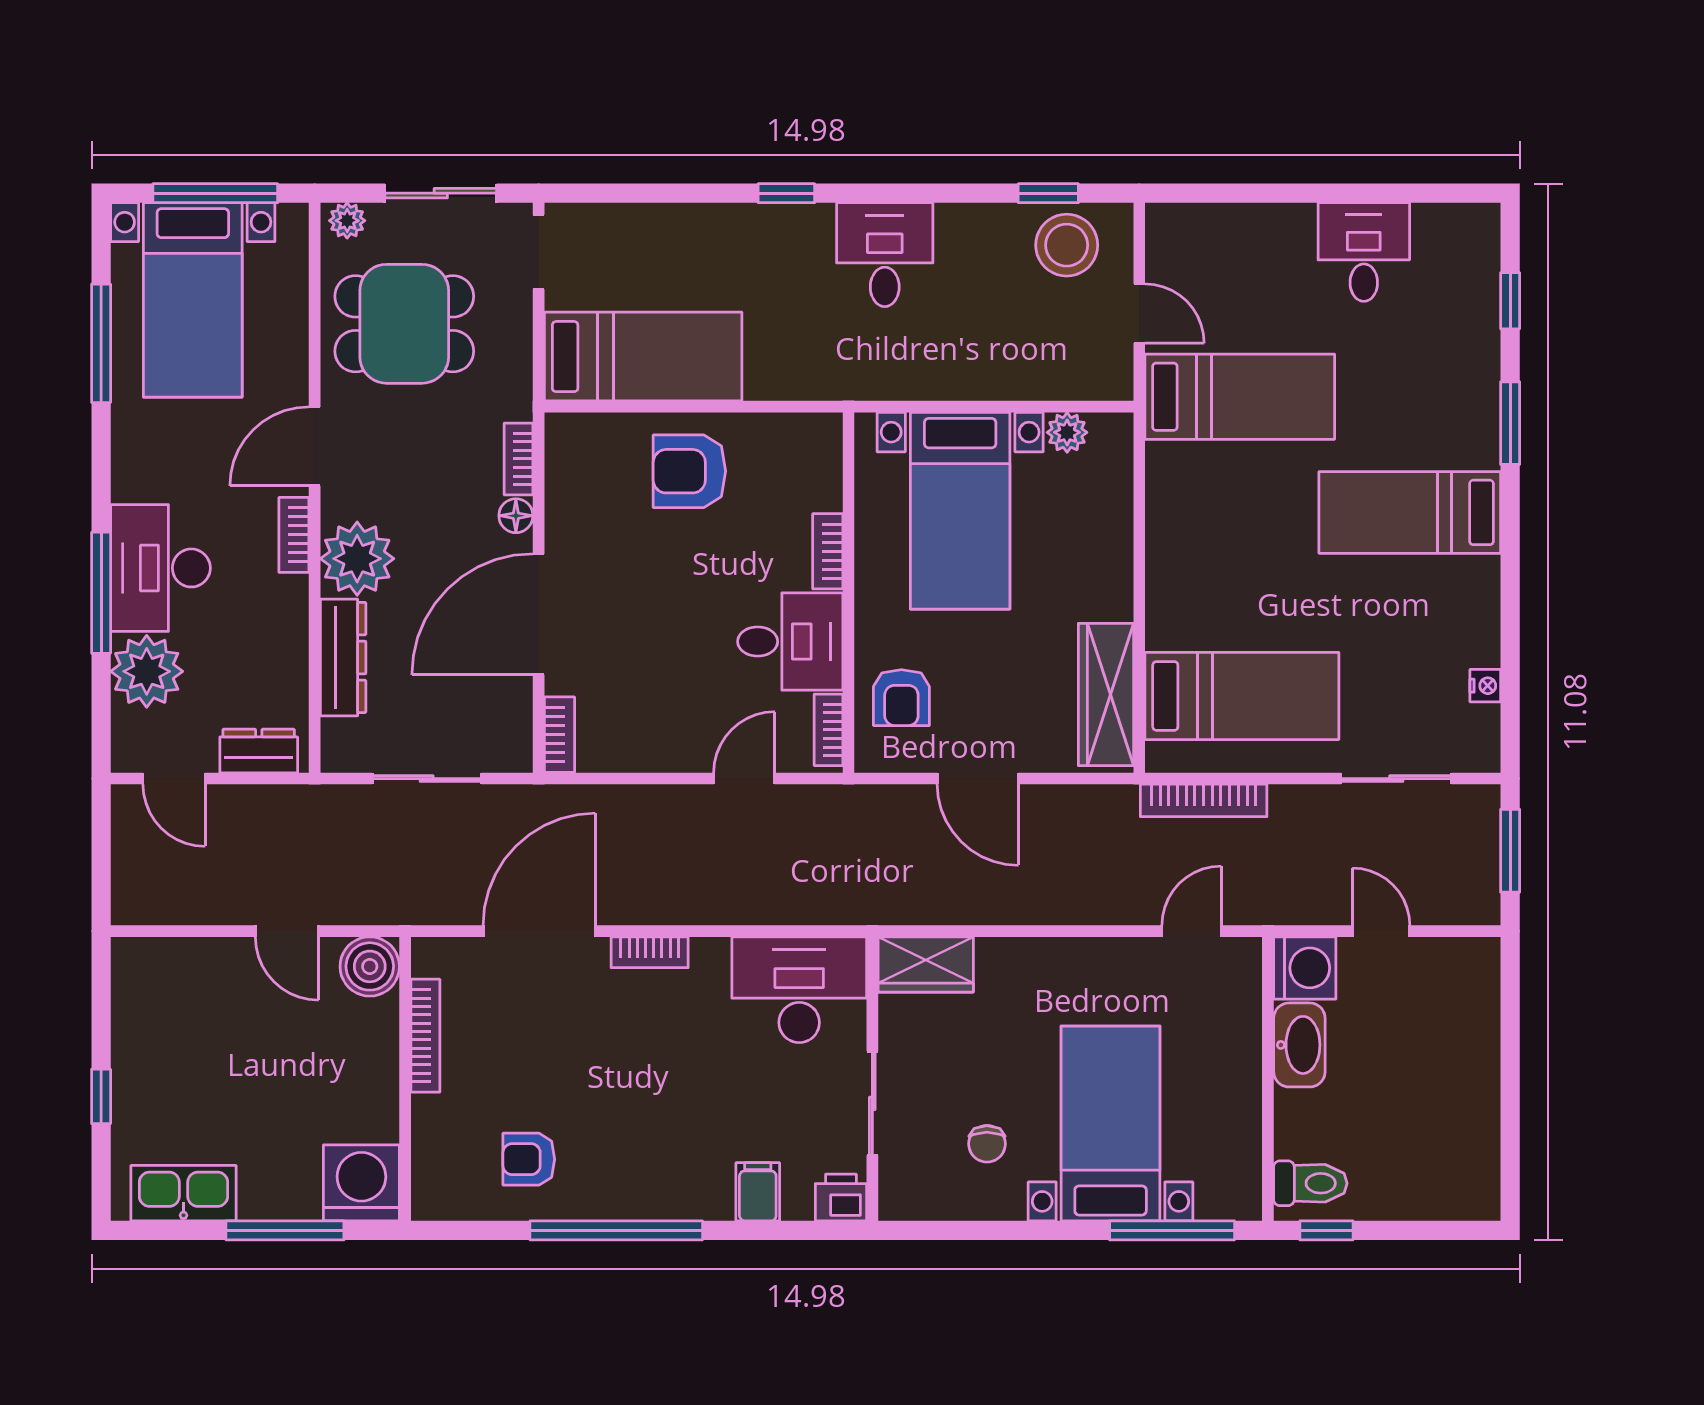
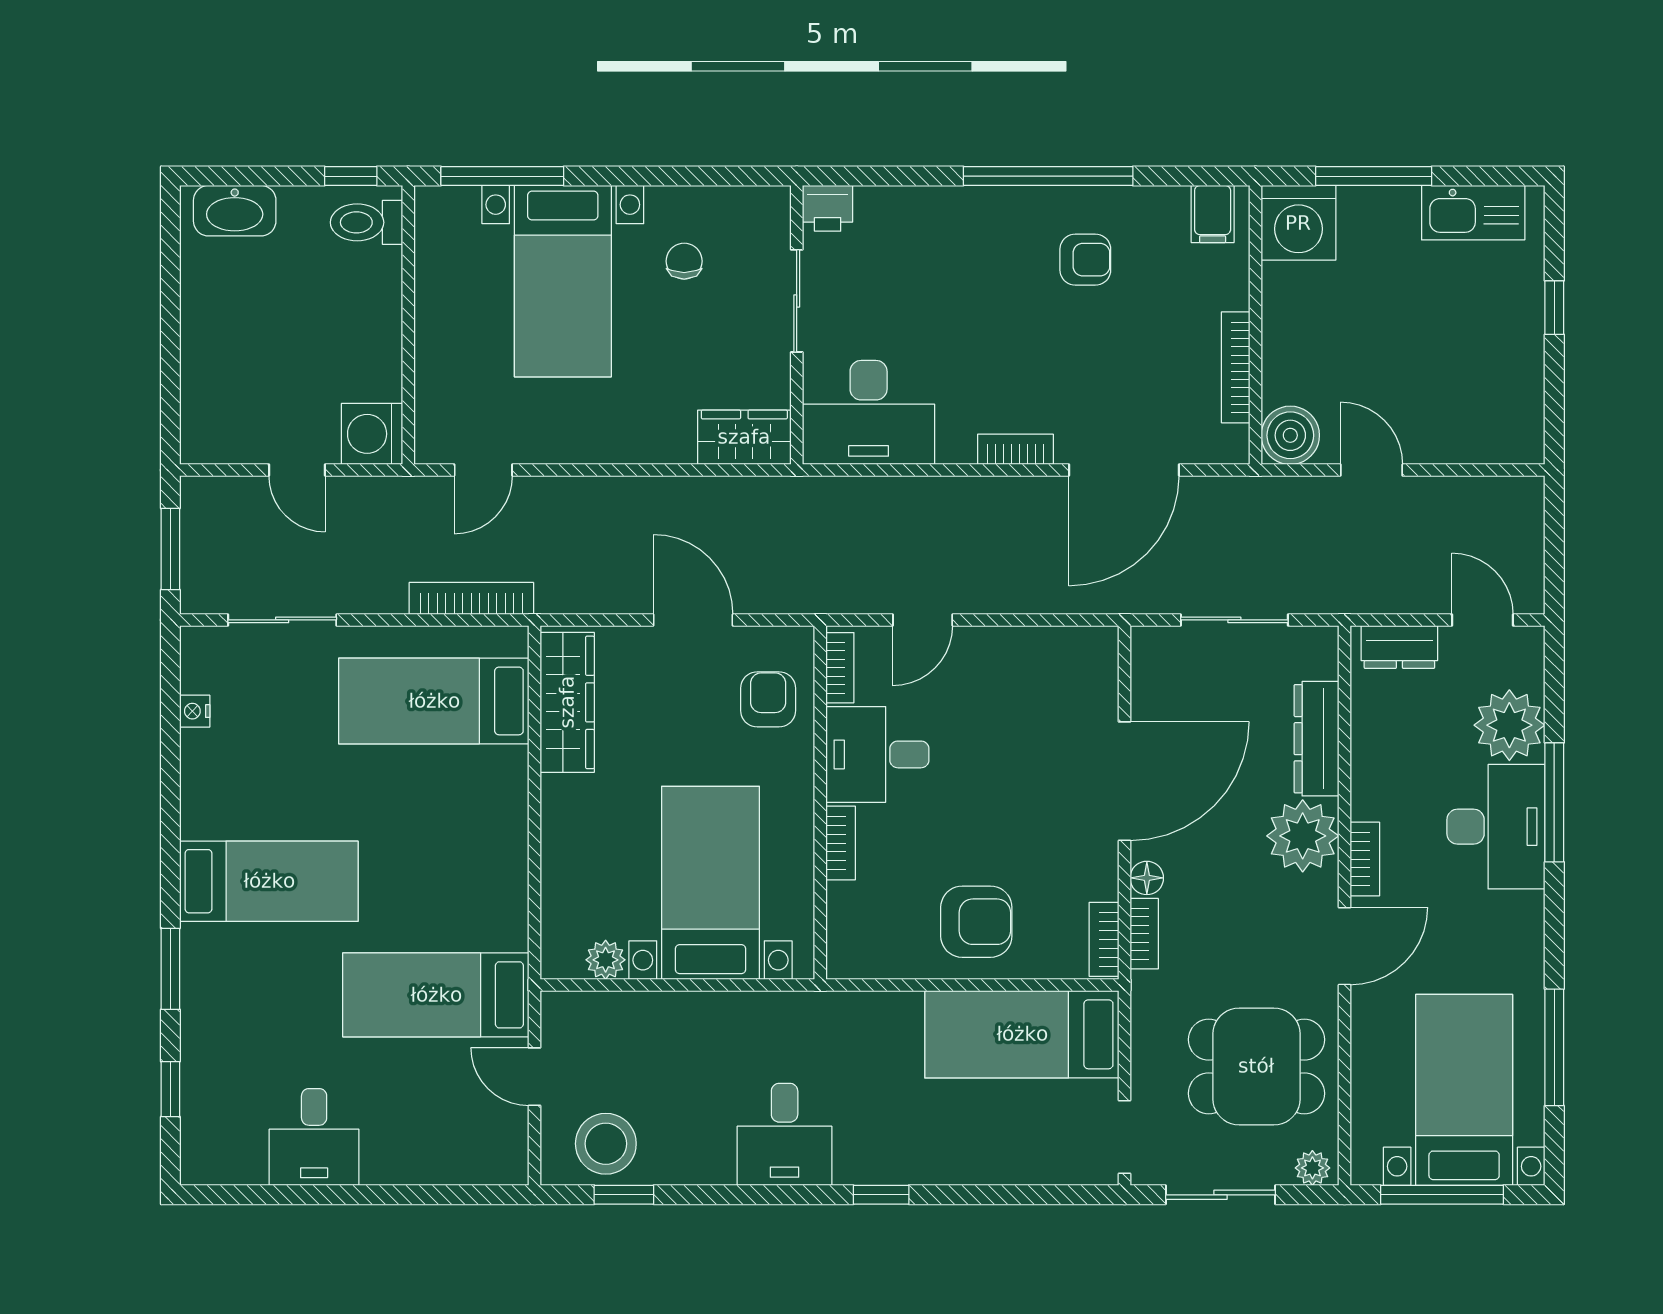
bookcase: (559, 735) -> (1104, 939), moved
washbasin: (1299, 1045) -> (235, 211), moved, turned -90
armchair: (529, 1159) -> (1085, 260), moved
filing cabinet: (758, 1192) -> (1213, 214), moved

